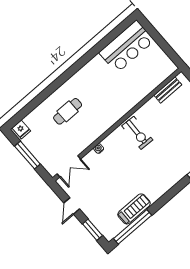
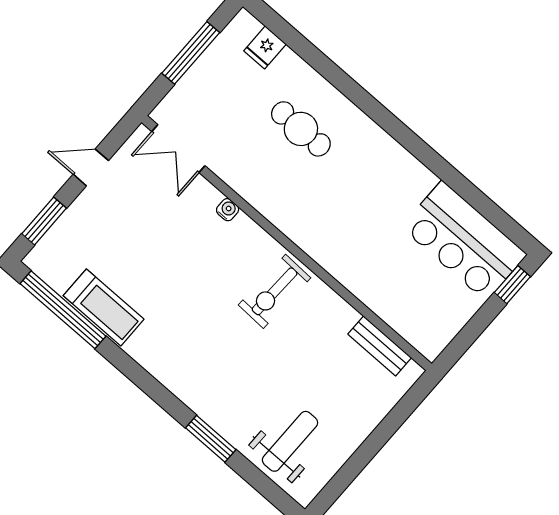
window: (149, 28) -> (512, 285), added
fridge: (21, 129) -> (265, 47), moved

